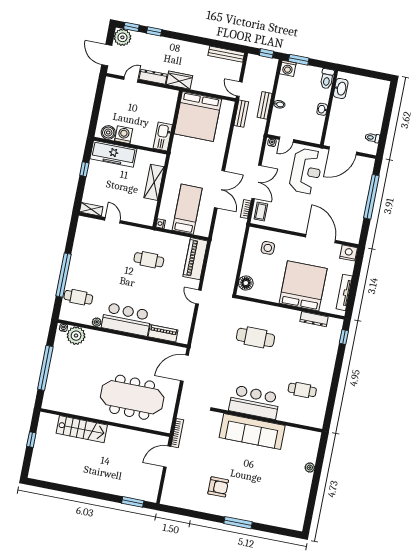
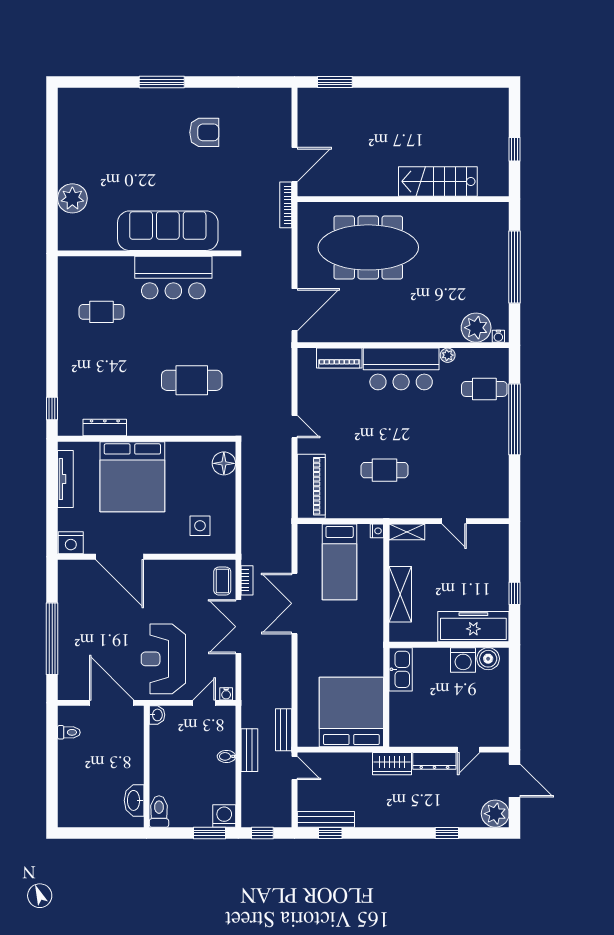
window: (131, 27) -> (330, 833), moved
washbasin: (322, 109) -> (157, 715), moved
door: (343, 151) -> (112, 703), hinge flipped
shelving: (91, 209) -> (407, 532), moved
plant: (310, 468) -> (72, 198), width x1.87, depth x1.87
armchair: (218, 487) -> (204, 132), turned 180

